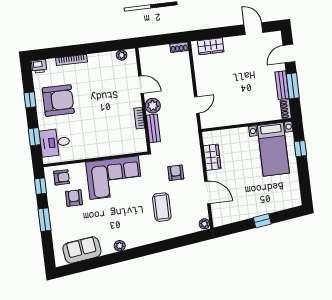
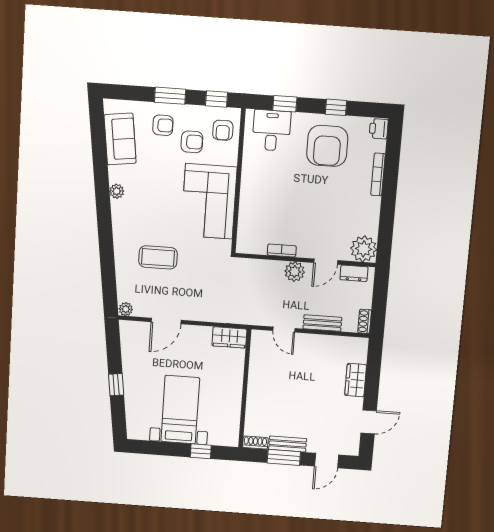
wardrobe: (211, 46) -> (356, 380), moved
door: (289, 54) -> (327, 461), swing flipped
plant: (122, 55) -> (364, 249), width x1.88, depth x1.88
dresser: (146, 62) -> (354, 273), added
bench: (153, 128) -> (322, 323), moved
bed with nightstands: (273, 149) -> (180, 410), moved, turned 90
wardrobe: (212, 157) -> (229, 337), moved
armchair: (176, 173) -> (163, 125), moved

